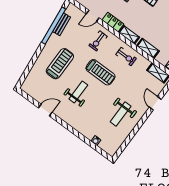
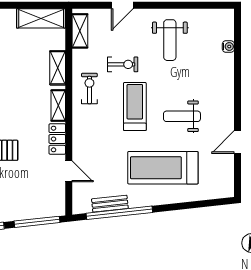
exercise bike: (98, 41) -> (123, 64), moved
treadmill: (60, 64) -> (163, 168), width x1.37, depth x1.38
door: (45, 110) -> (238, 142), hinge flipped
weight bench: (121, 114) -> (170, 40), turned 90

